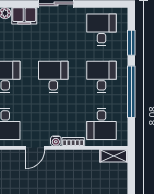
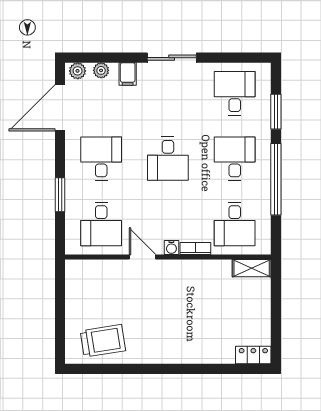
filing cabinet: (24, 16) -> (128, 74), width x0.50
desk: (53, 77) -> (168, 159), turned 180
door: (35, 148) -> (143, 257), swing flipped

